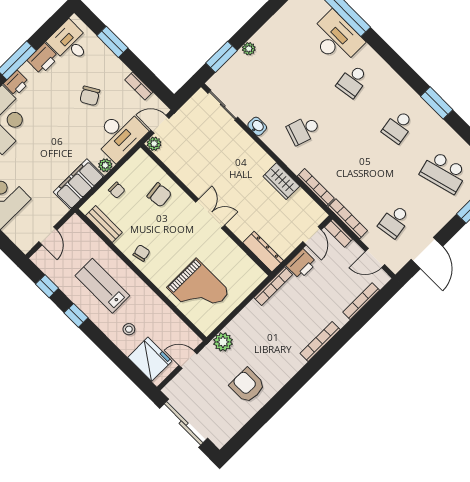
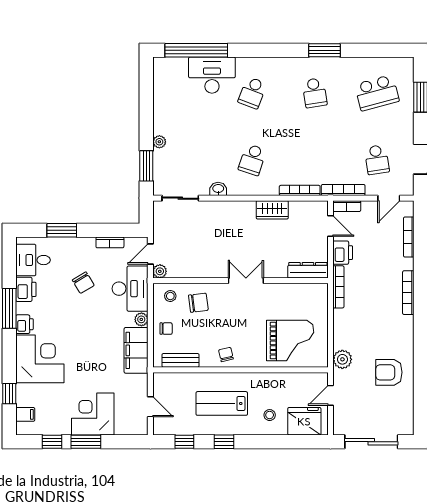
school desk: (353, 81) -> (252, 93), turned 30
stool: (144, 169) -> (170, 296), added

